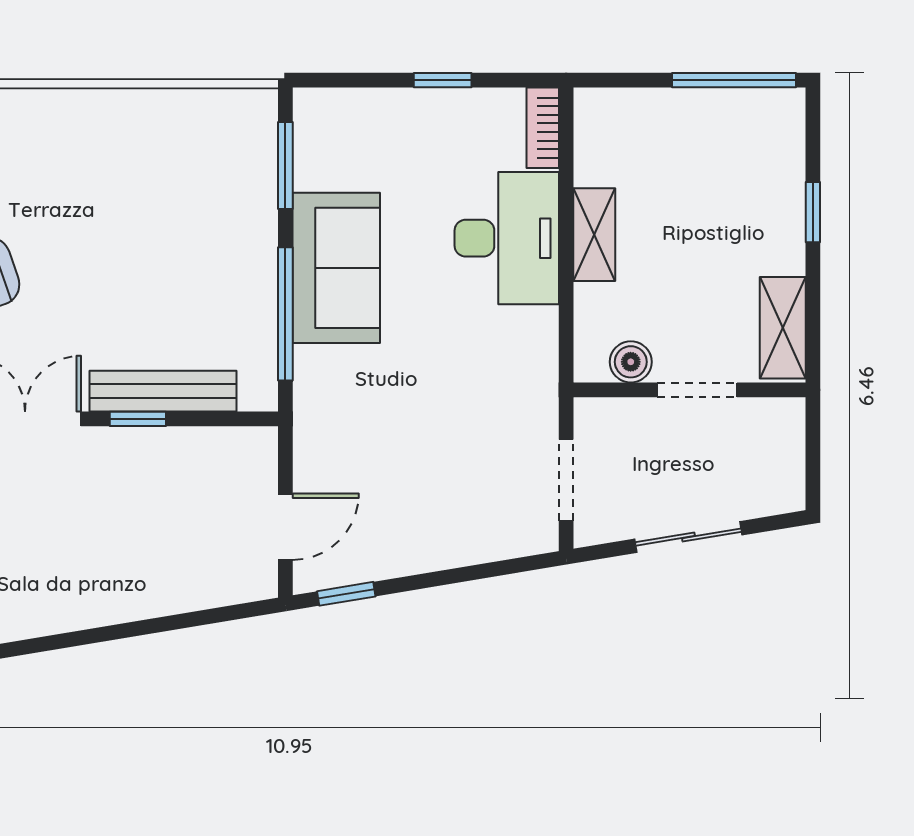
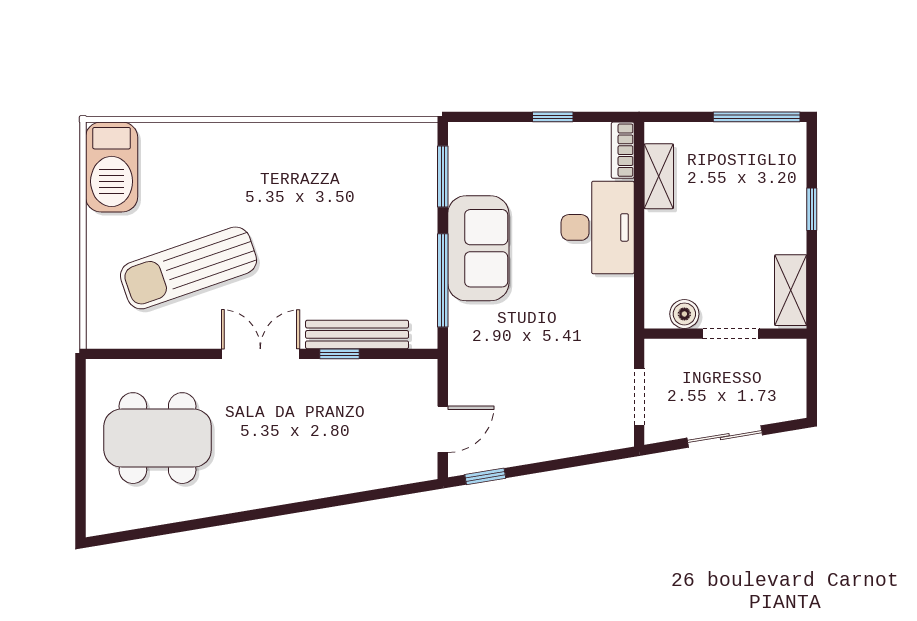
shelving: (594, 235) -> (659, 176), moved

